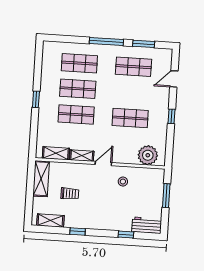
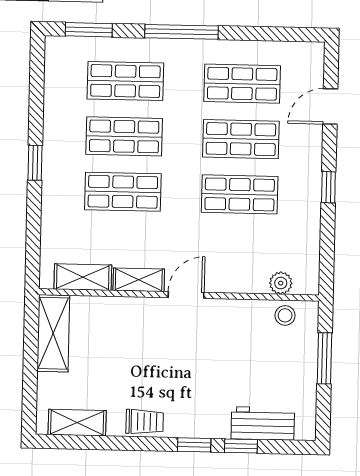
window: (144, 44) -> (89, 30), moved
shop shelf: (132, 92) -> (241, 139), added
plant: (148, 155) -> (281, 283), width x0.53, depth x0.53
stool: (123, 182) -> (285, 315), moved
trolley: (70, 194) -> (145, 422), moved
workbench: (147, 225) -> (263, 423), moved
window: (78, 231) -> (194, 445), moved

